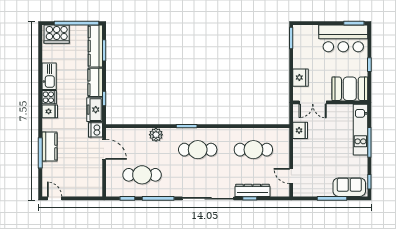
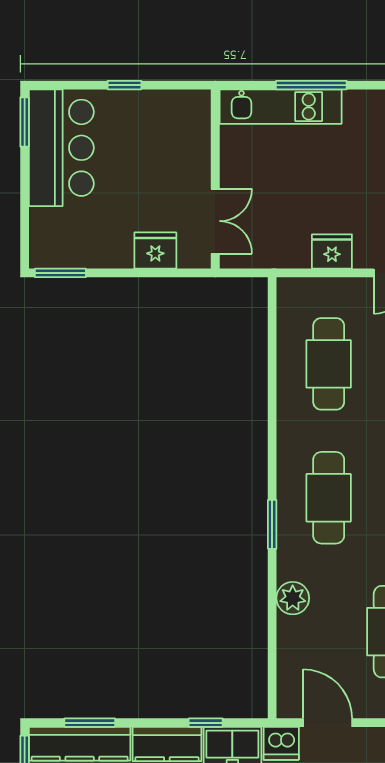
booth: (350, 89) -> (182, 132), removed
fridge: (300, 130) -> (332, 251), moved
door: (104, 149) -> (328, 723), hinge flipped

